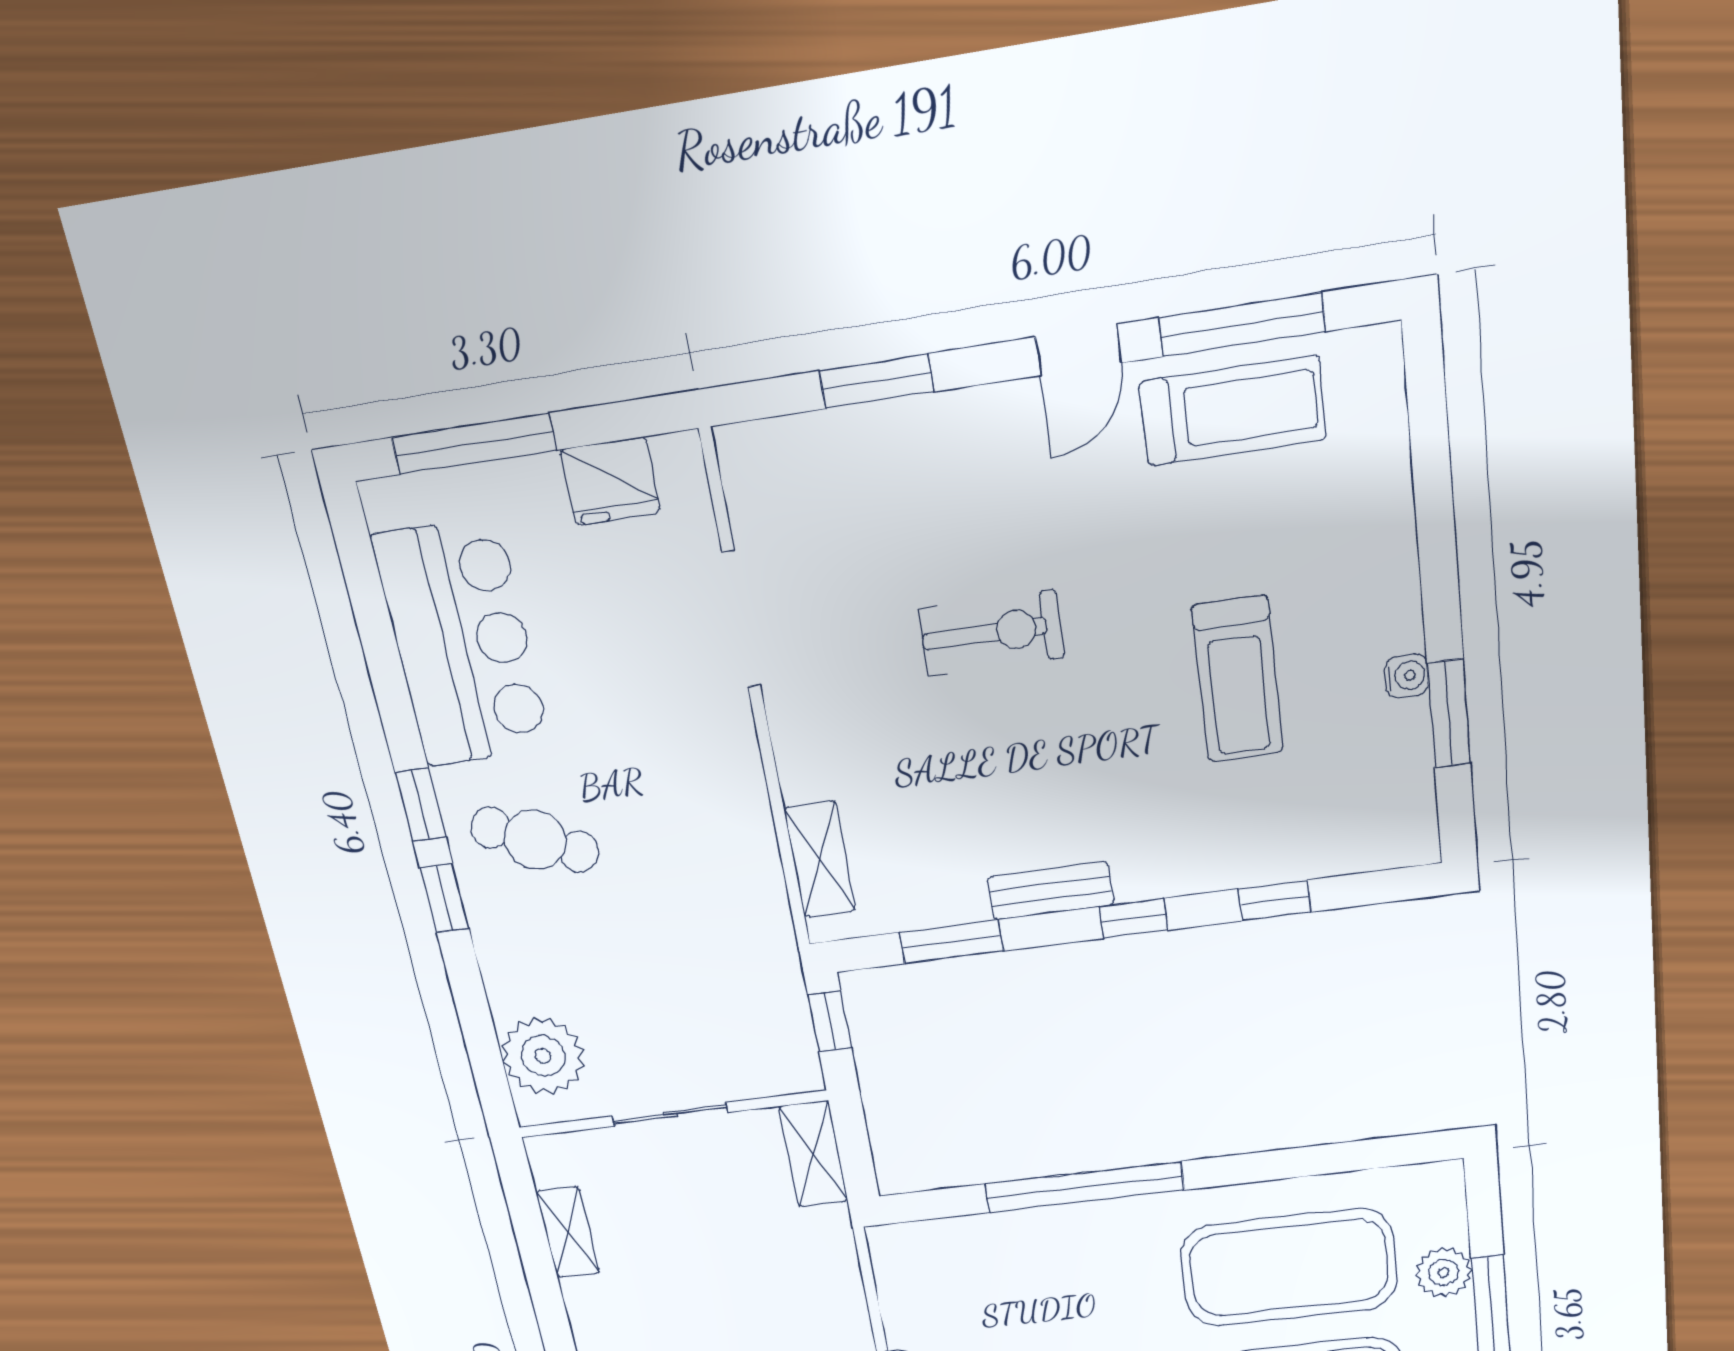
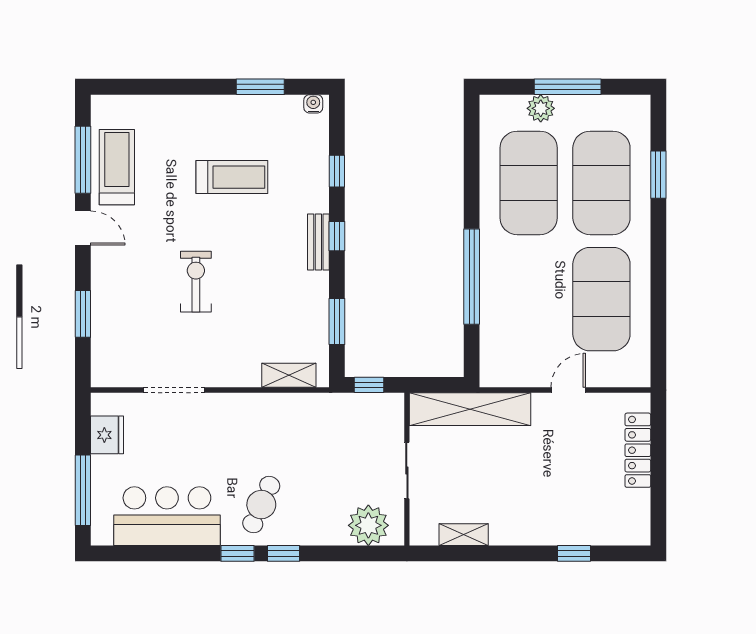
water cooler: (1407, 676) -> (313, 104), moved
bench: (1051, 891) -> (318, 242), moved
shelving: (813, 1154) -> (470, 409), width x2.20, depth x1.33

